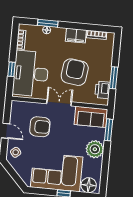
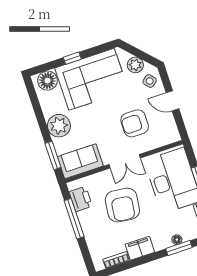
window: (114, 78) -> (74, 219), width x1.44
plant: (21, 168) -> (135, 65), added

